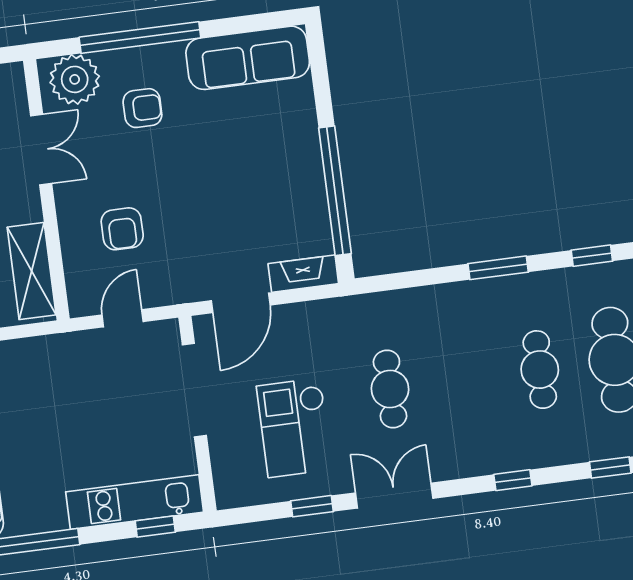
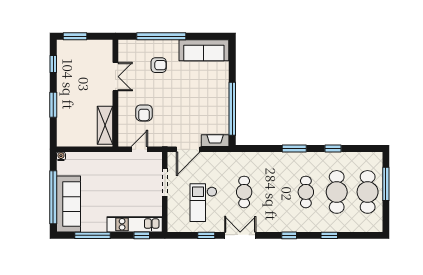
plant: (75, 79) -> (133, 50), removed
doorway: (194, 390) -> (165, 182), width x0.73

